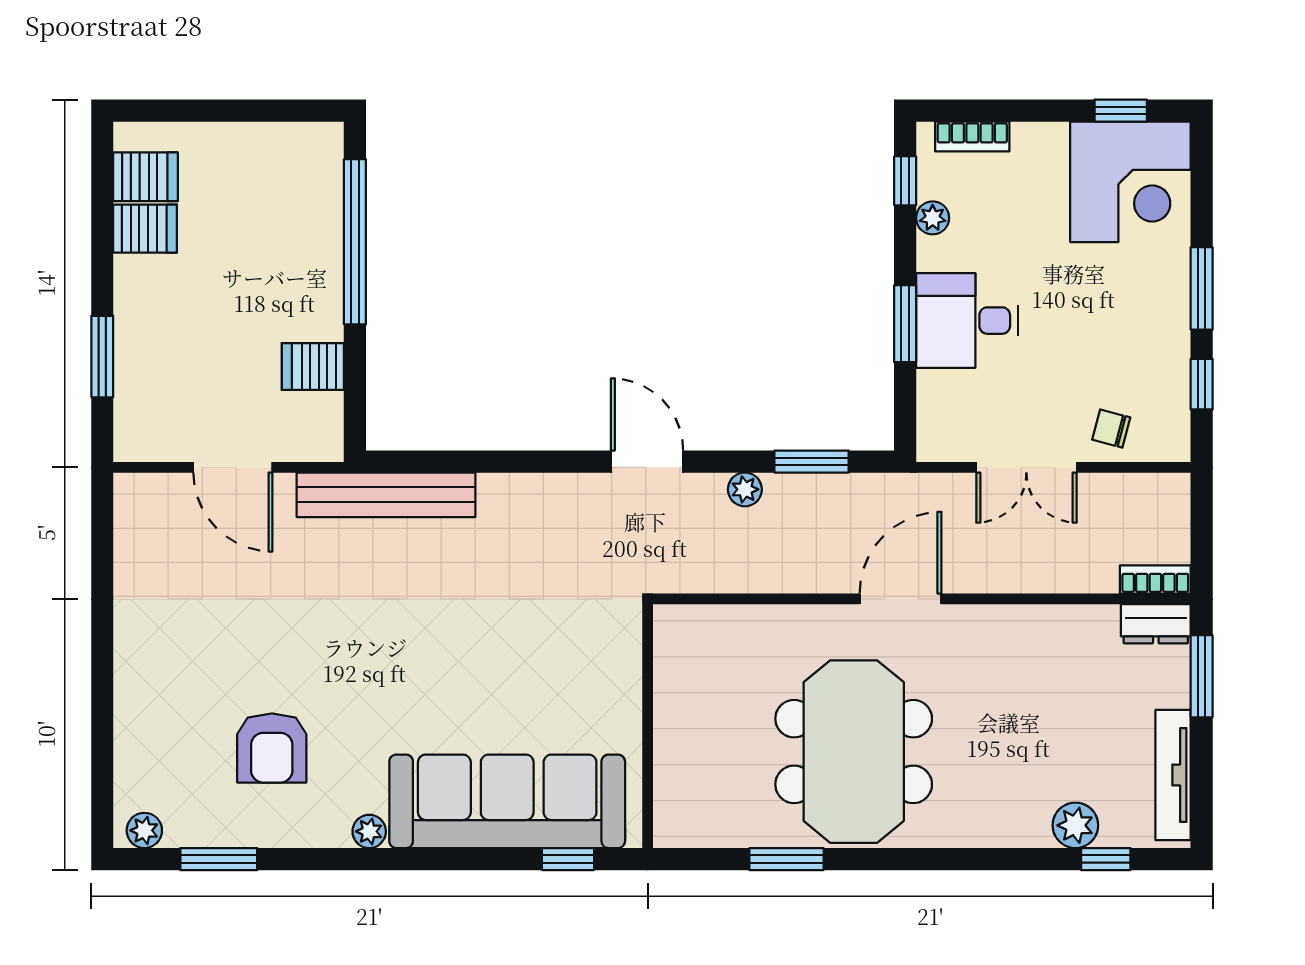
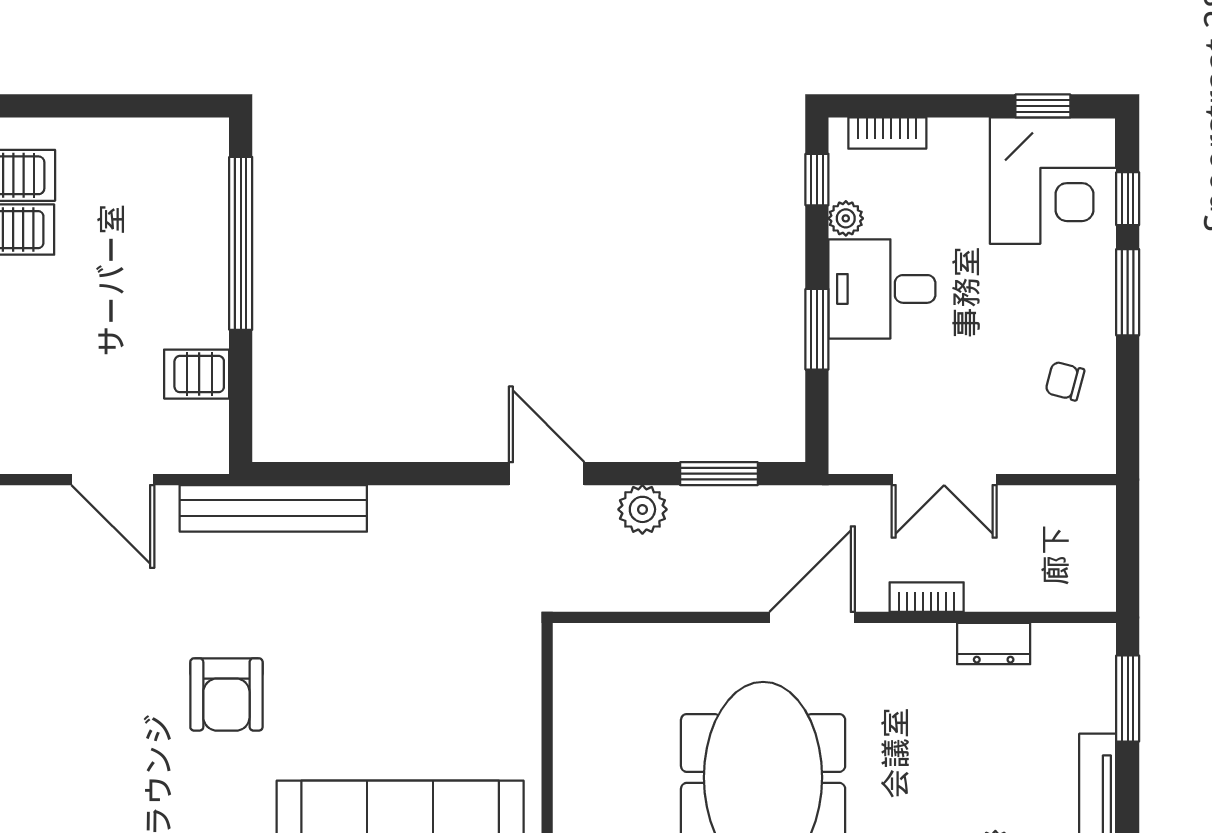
desk: (967, 321) -> (882, 289), moved
window: (1202, 384) -> (1128, 199), moved
chair: (1111, 429) -> (1065, 381), moved
plant: (745, 489) -> (642, 509), width x1.38, depth x1.38
bookcase: (1155, 579) -> (927, 597), moved
dresser: (1156, 624) -> (994, 644), moved
armchair: (272, 748) -> (226, 694), moved

